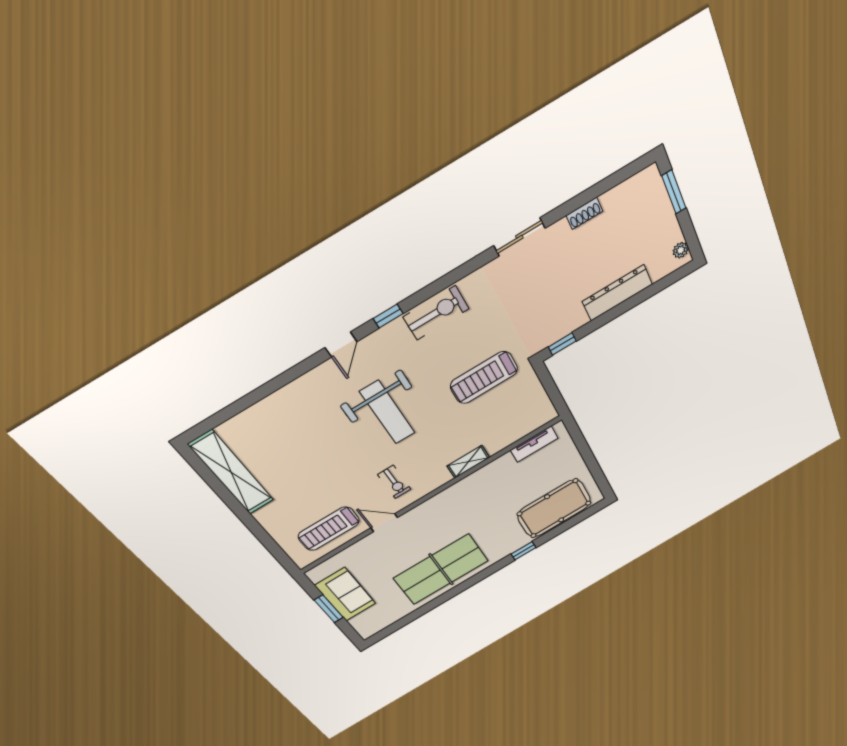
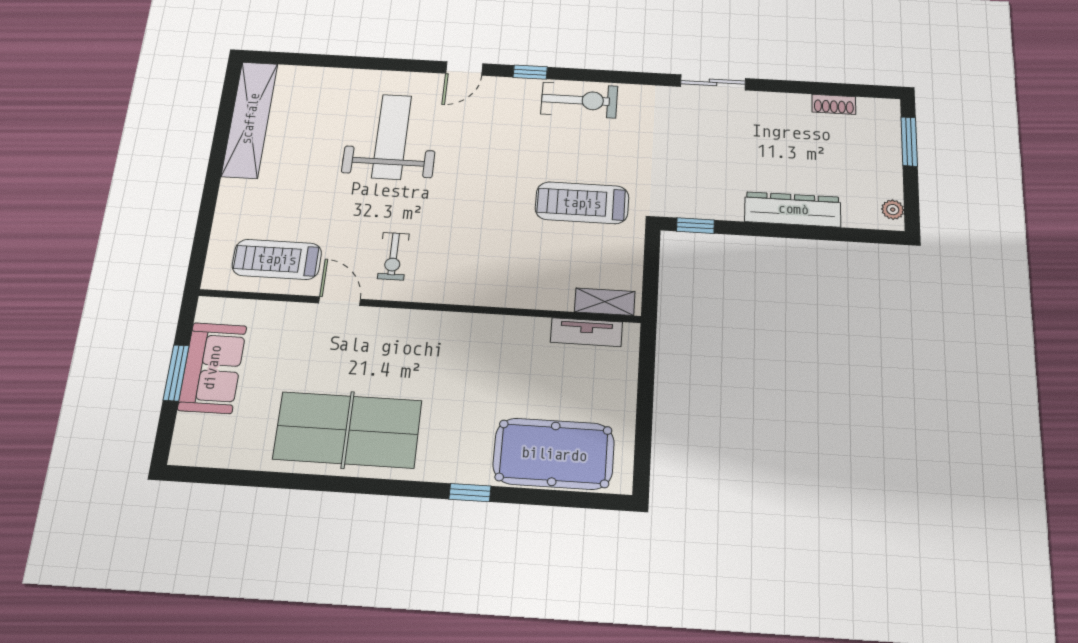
shoe rack: (584, 213) -> (834, 104), moved
weight bench: (388, 412) -> (392, 137), moved, turned 180
shelving: (468, 462) -> (605, 302), moved

